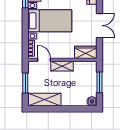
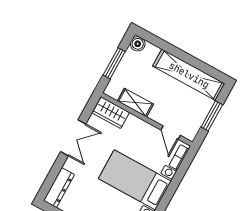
double door: (99, 26) -> (73, 138), swing flipped
shelving: (62, 66) -> (135, 103), moved
shelving: (44, 100) -> (189, 75), width x1.47

